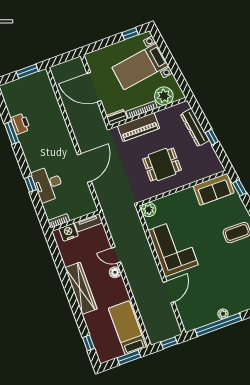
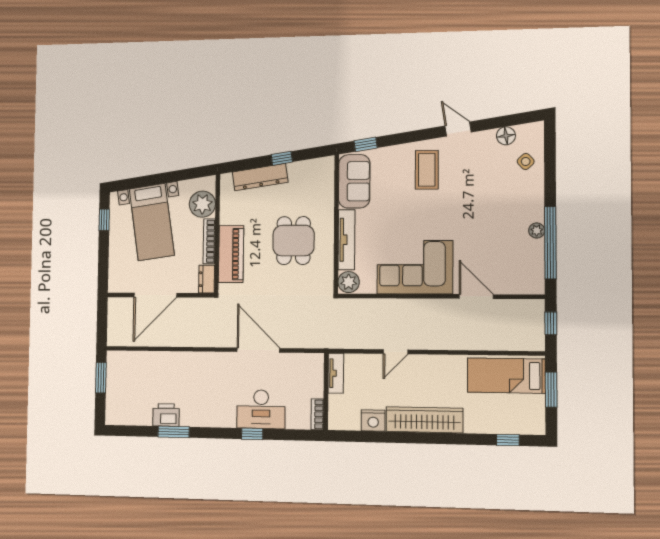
tv unit: (175, 198) -> (346, 240), added
nightstand: (68, 232) -> (373, 420), moved, turned -90
floor lamp: (115, 272) -> (419, 363), removed

